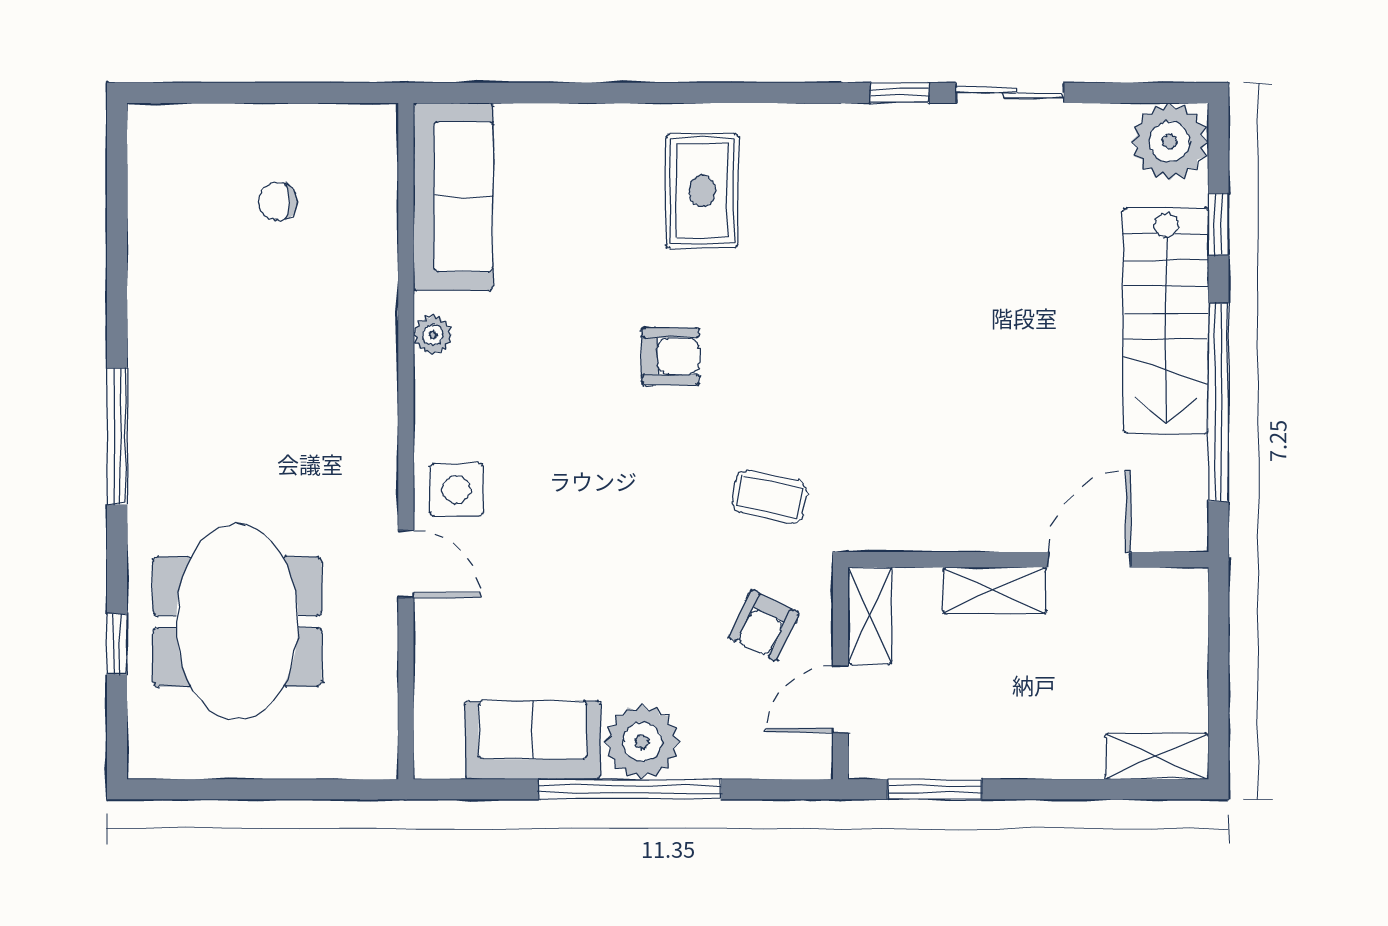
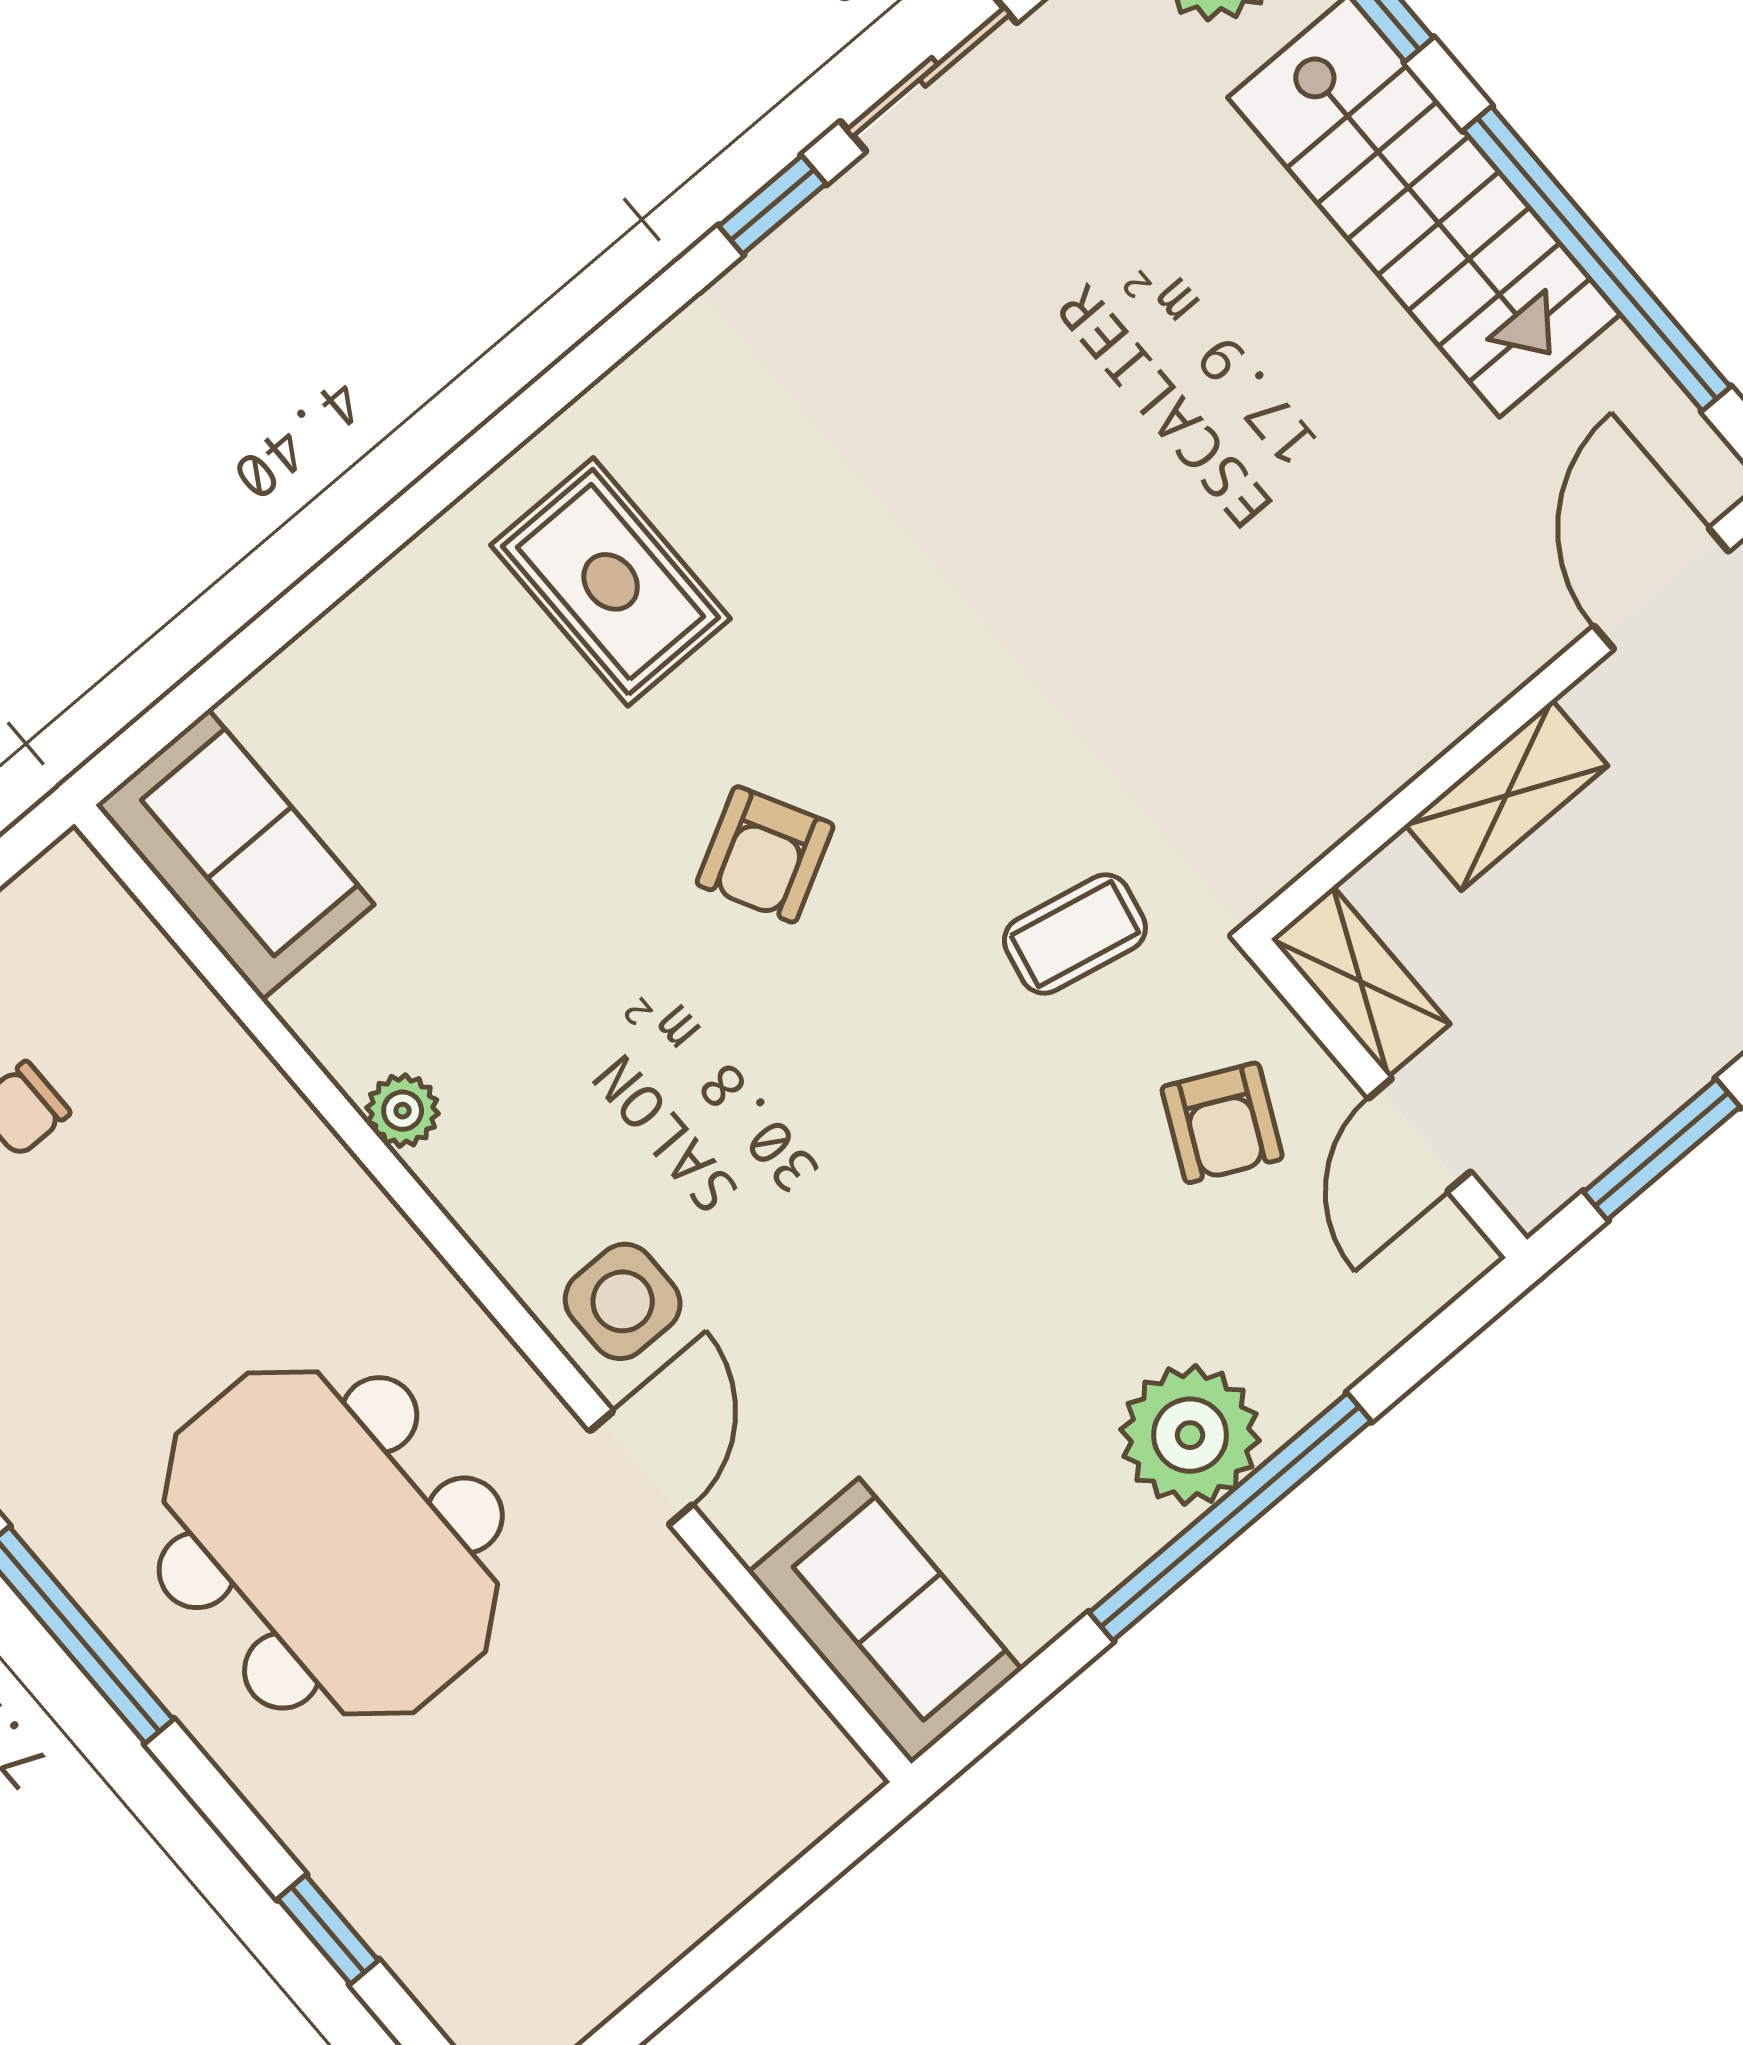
sofa: (453, 197) -> (235, 855), width x0.73
armchair: (670, 356) -> (765, 854), turned 152
door: (1090, 560) -> (1661, 589), moved
door: (406, 564) -> (641, 1468), hinge flipped
meeting table: (237, 622) -> (331, 1543), moved
sofa: (533, 740) -> (885, 1621), moved, turned 90

